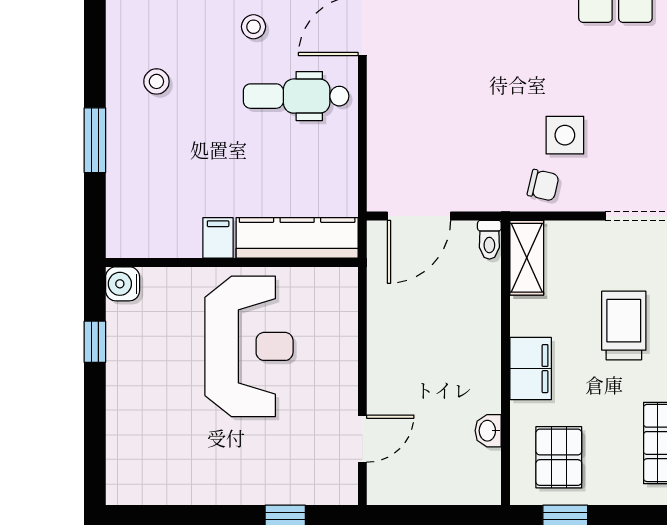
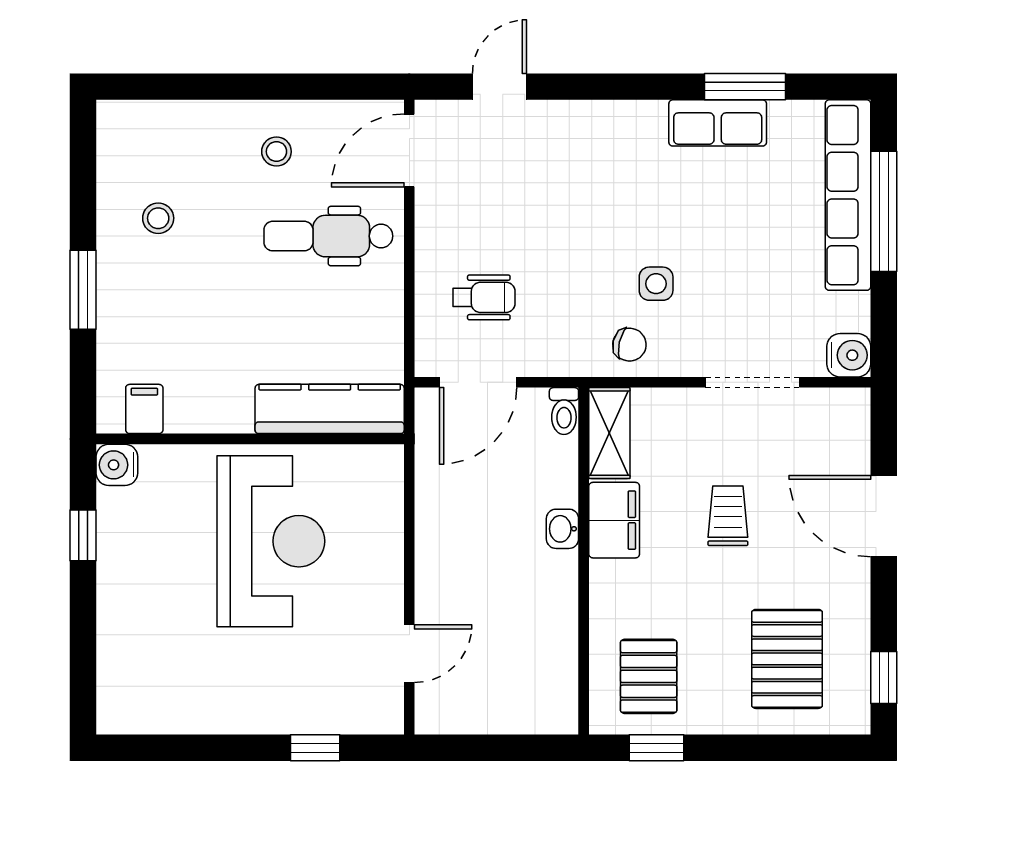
side table: (565, 135) -> (656, 284), width x0.73, depth x0.73
wheelchair: (424, 146) -> (484, 297), added
filing cabinet: (218, 238) -> (144, 409), moved
trolley: (624, 326) -> (728, 516), width x0.73, depth x0.72
filing cabinet: (531, 369) -> (614, 520), moved
washbasin: (488, 431) -> (562, 529), moved

